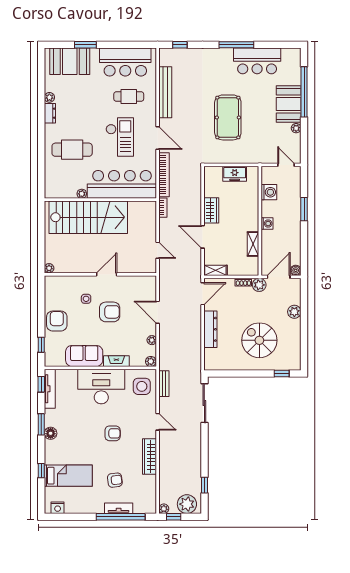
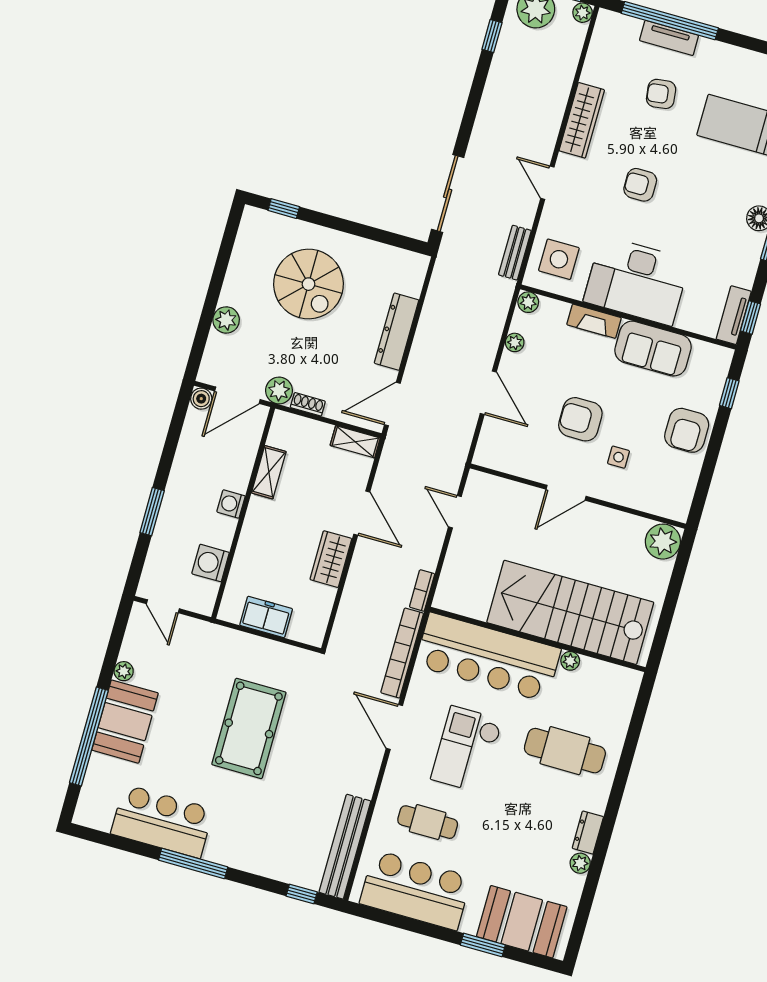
bench: (165, 92) -> (345, 847), moved
plant: (49, 268) -> (663, 542), width x1.88, depth x1.88
tv unit: (50, 389) -> (734, 315), width x0.71

